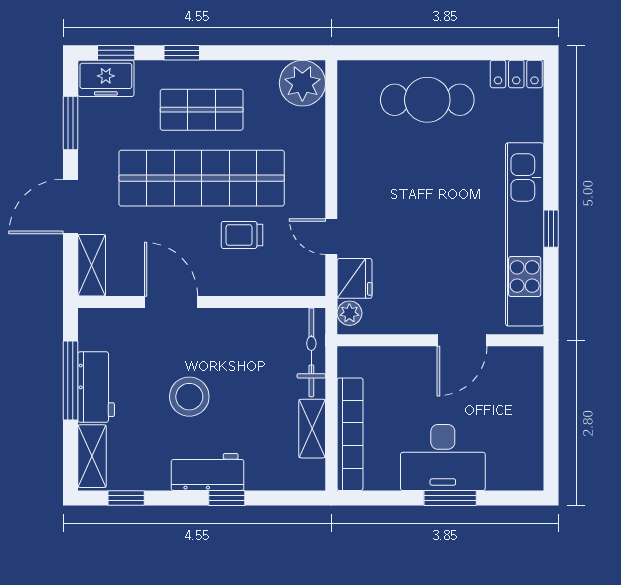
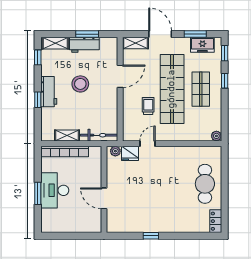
freezer: (106, 78) -> (202, 45), moved, turned -90
plant: (302, 83) -> (216, 136), width x0.53, depth x0.53
kitchen unit: (525, 234) -> (148, 225), removed
window: (70, 380) -> (87, 34), width x0.69

